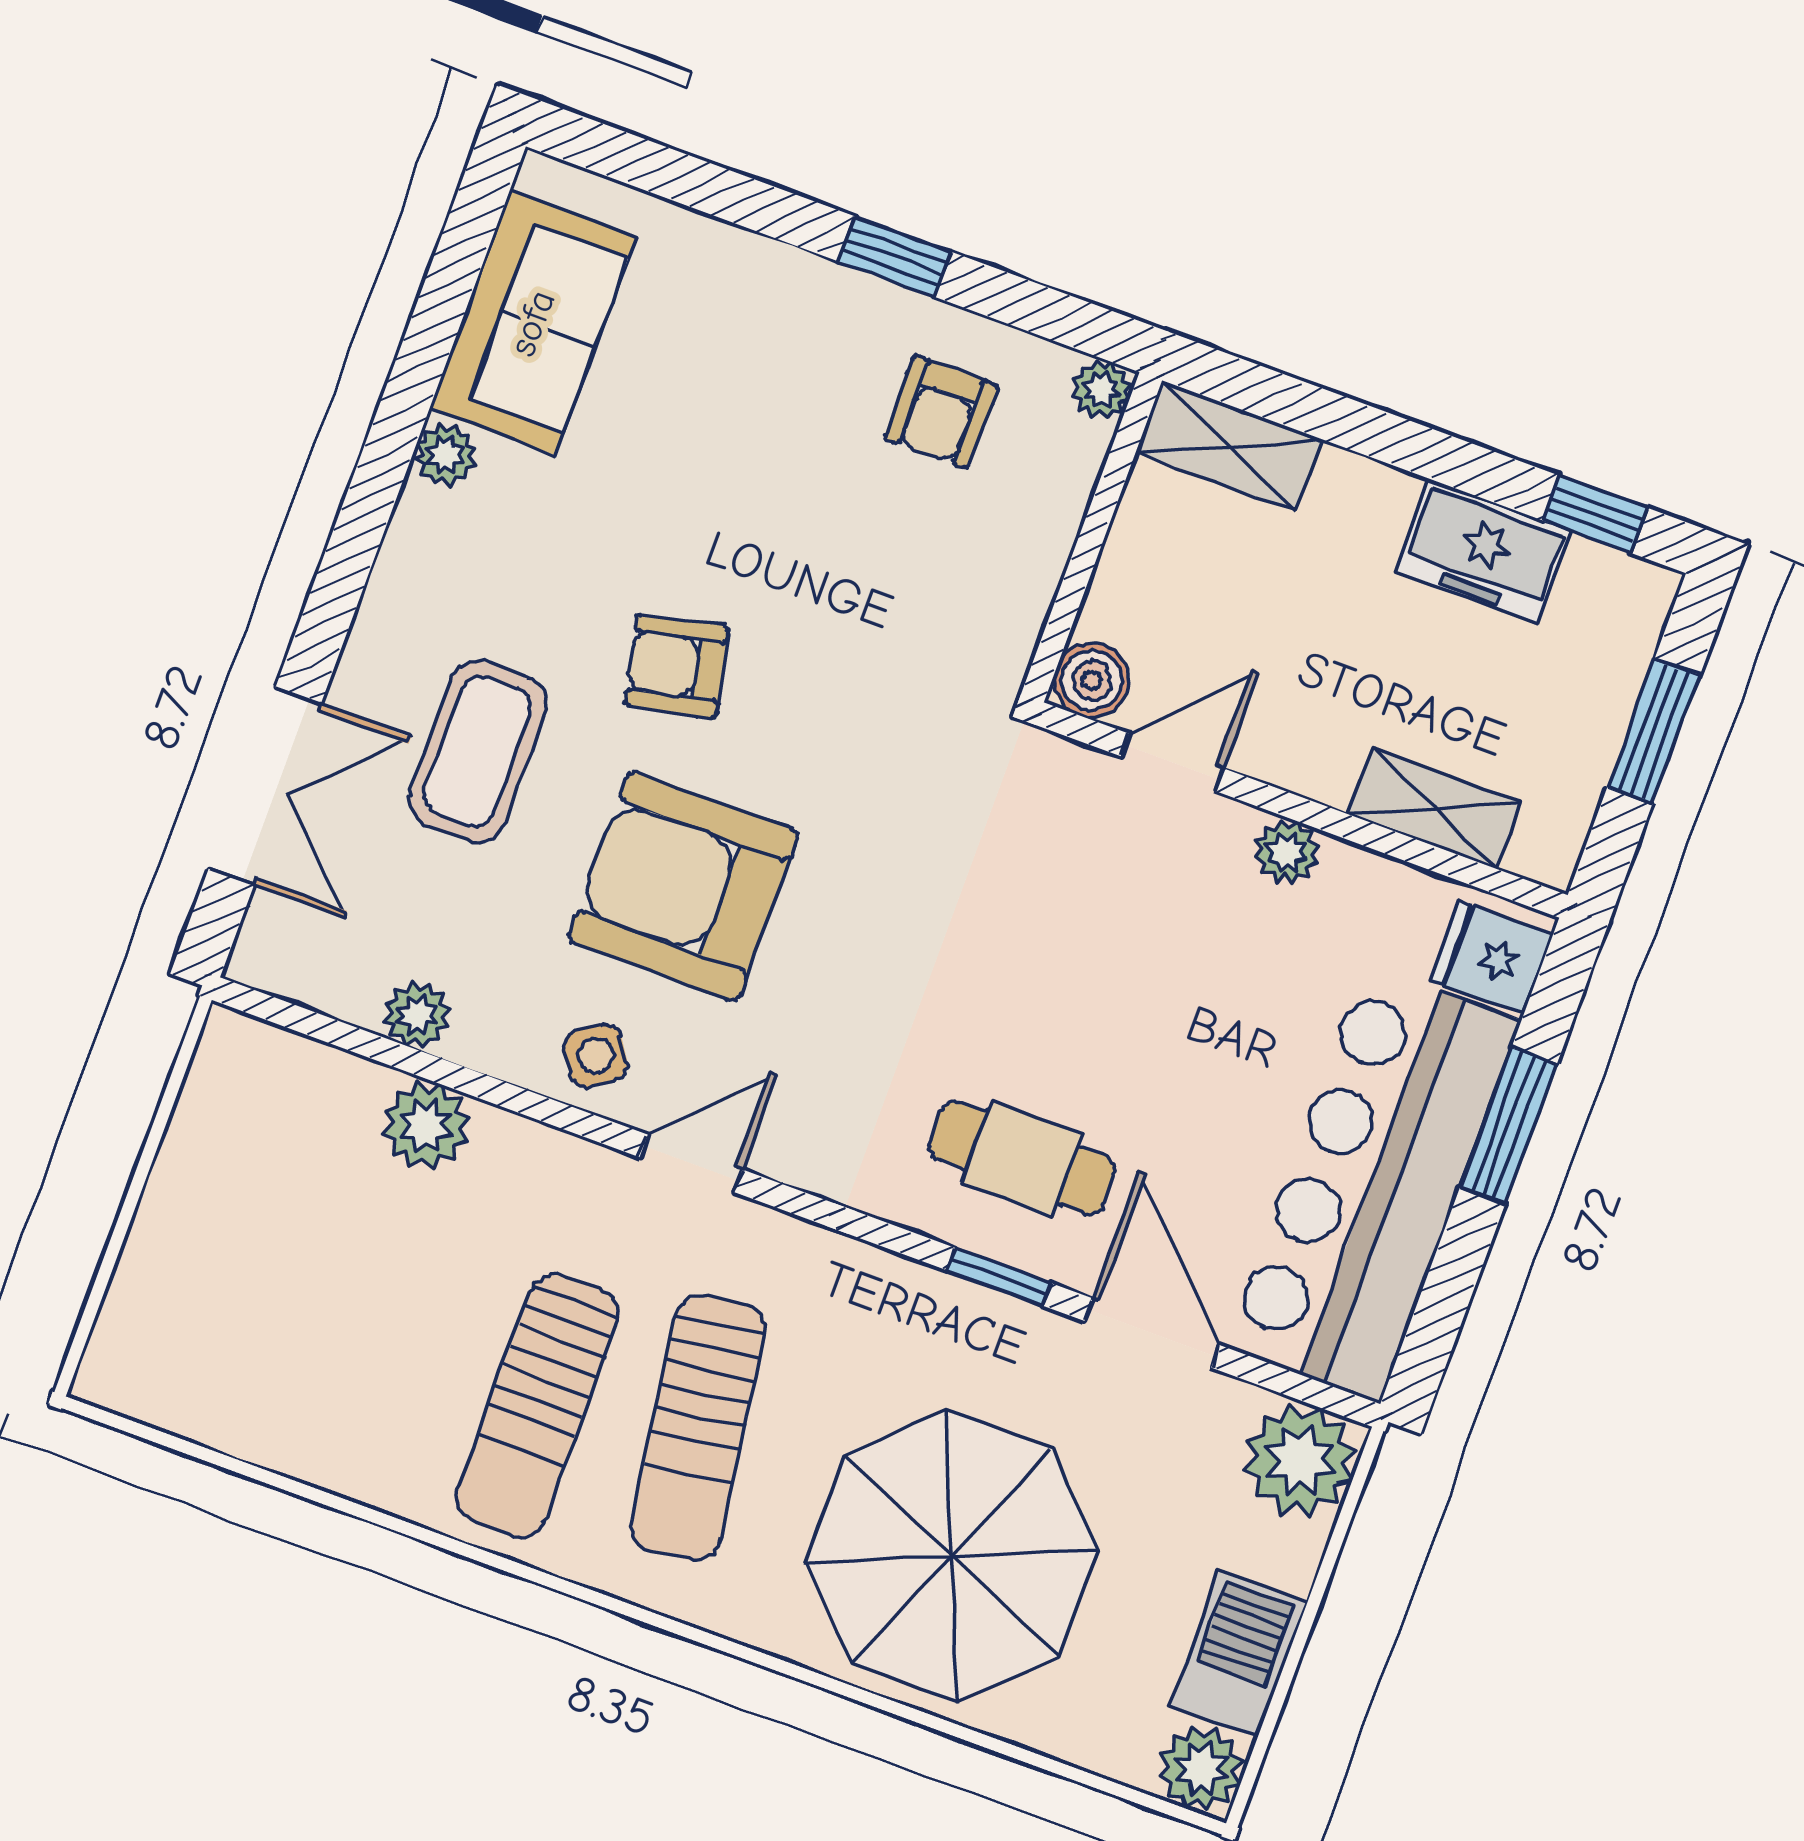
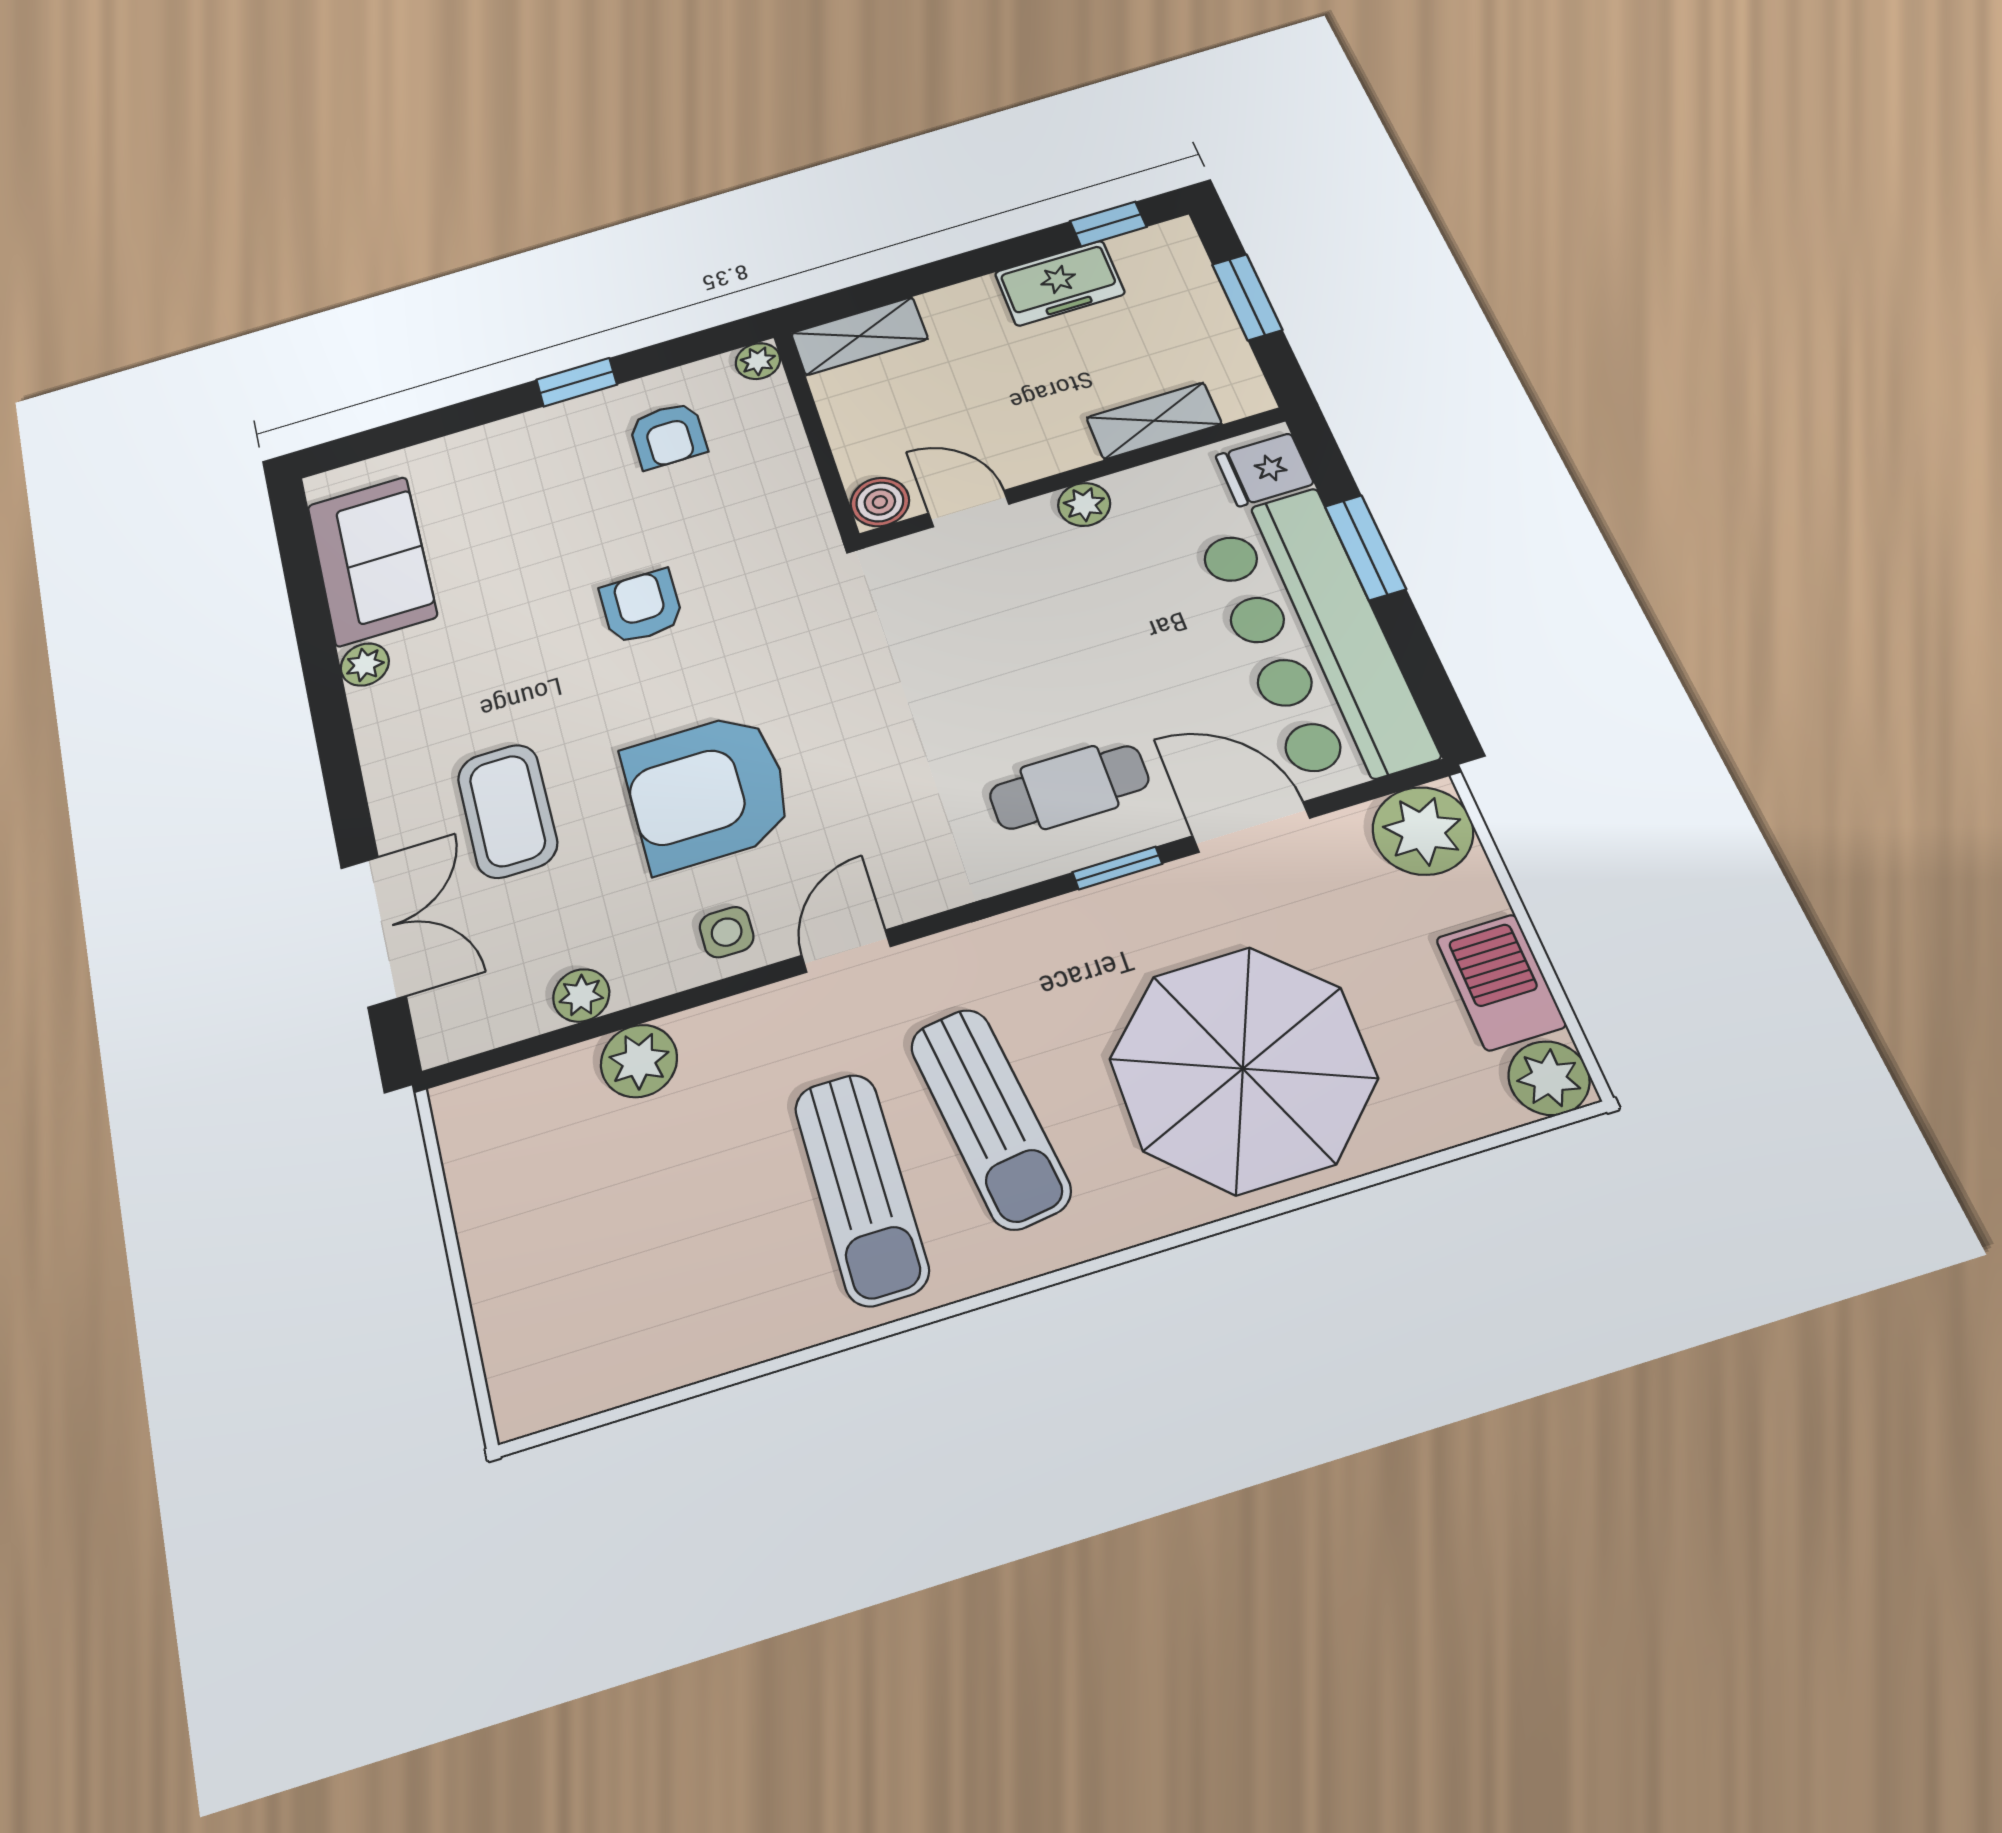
armchair: (676, 666) -> (641, 607), moved, turned 102
door: (1172, 762) -> (969, 509), hinge flipped
side table: (596, 1055) -> (727, 932), turned 34

